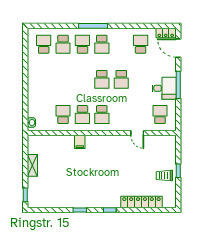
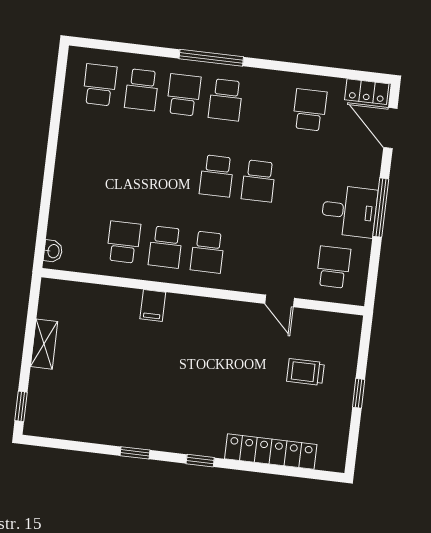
trolley: (164, 176) -> (306, 372), moved

